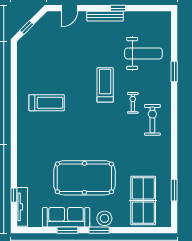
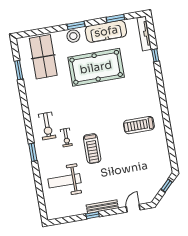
window: (174, 71) -> (33, 152), moved
window: (14, 195) -> (155, 55), moved
window: (67, 230) -> (115, 18), moved

